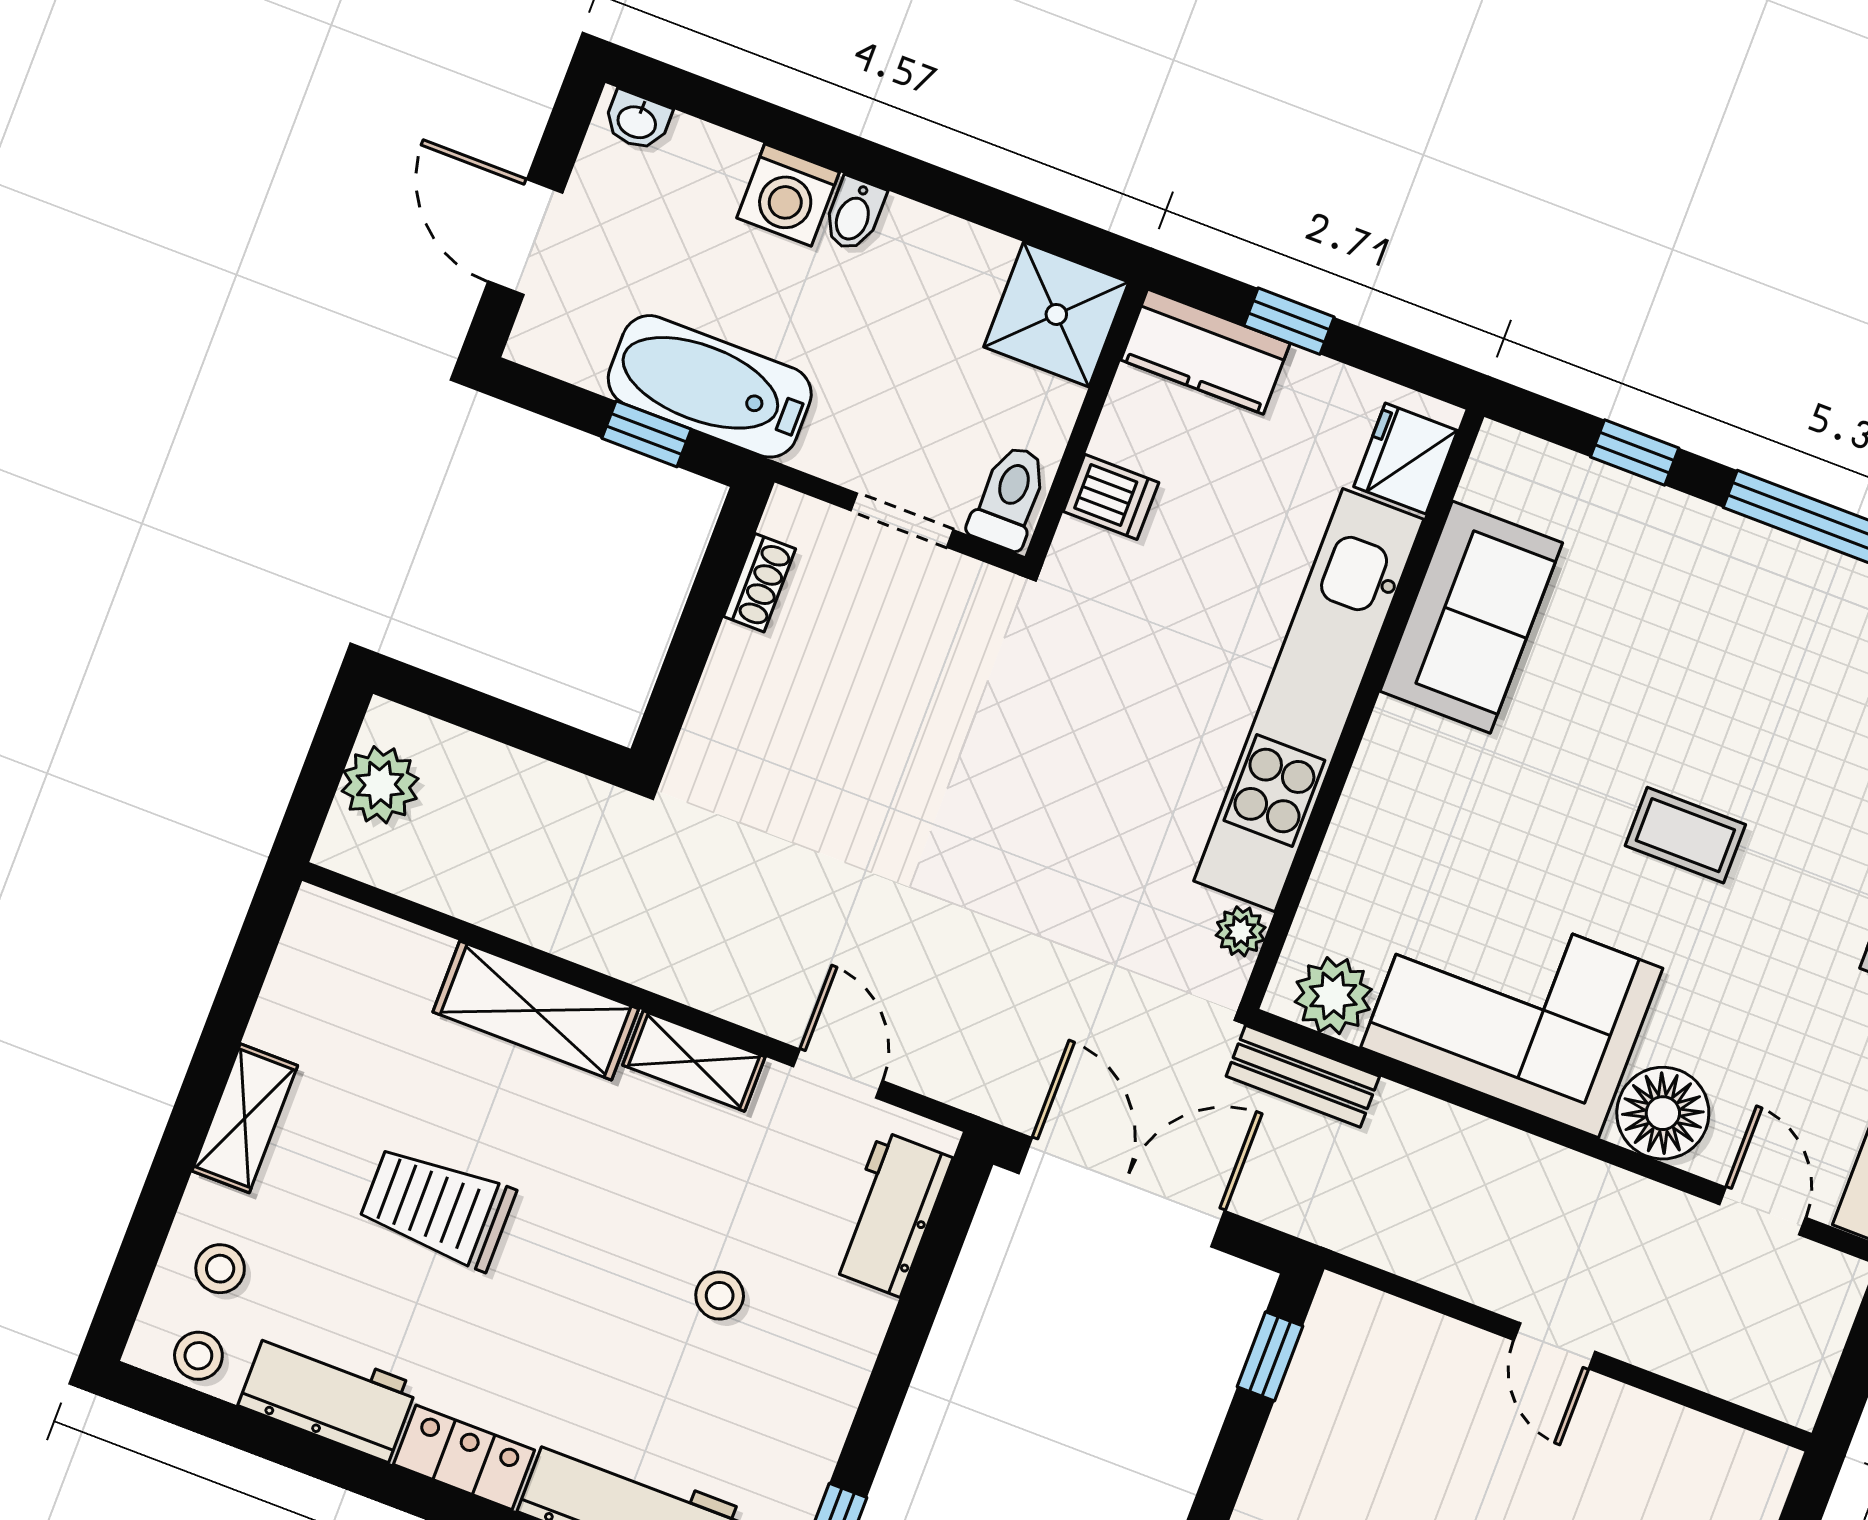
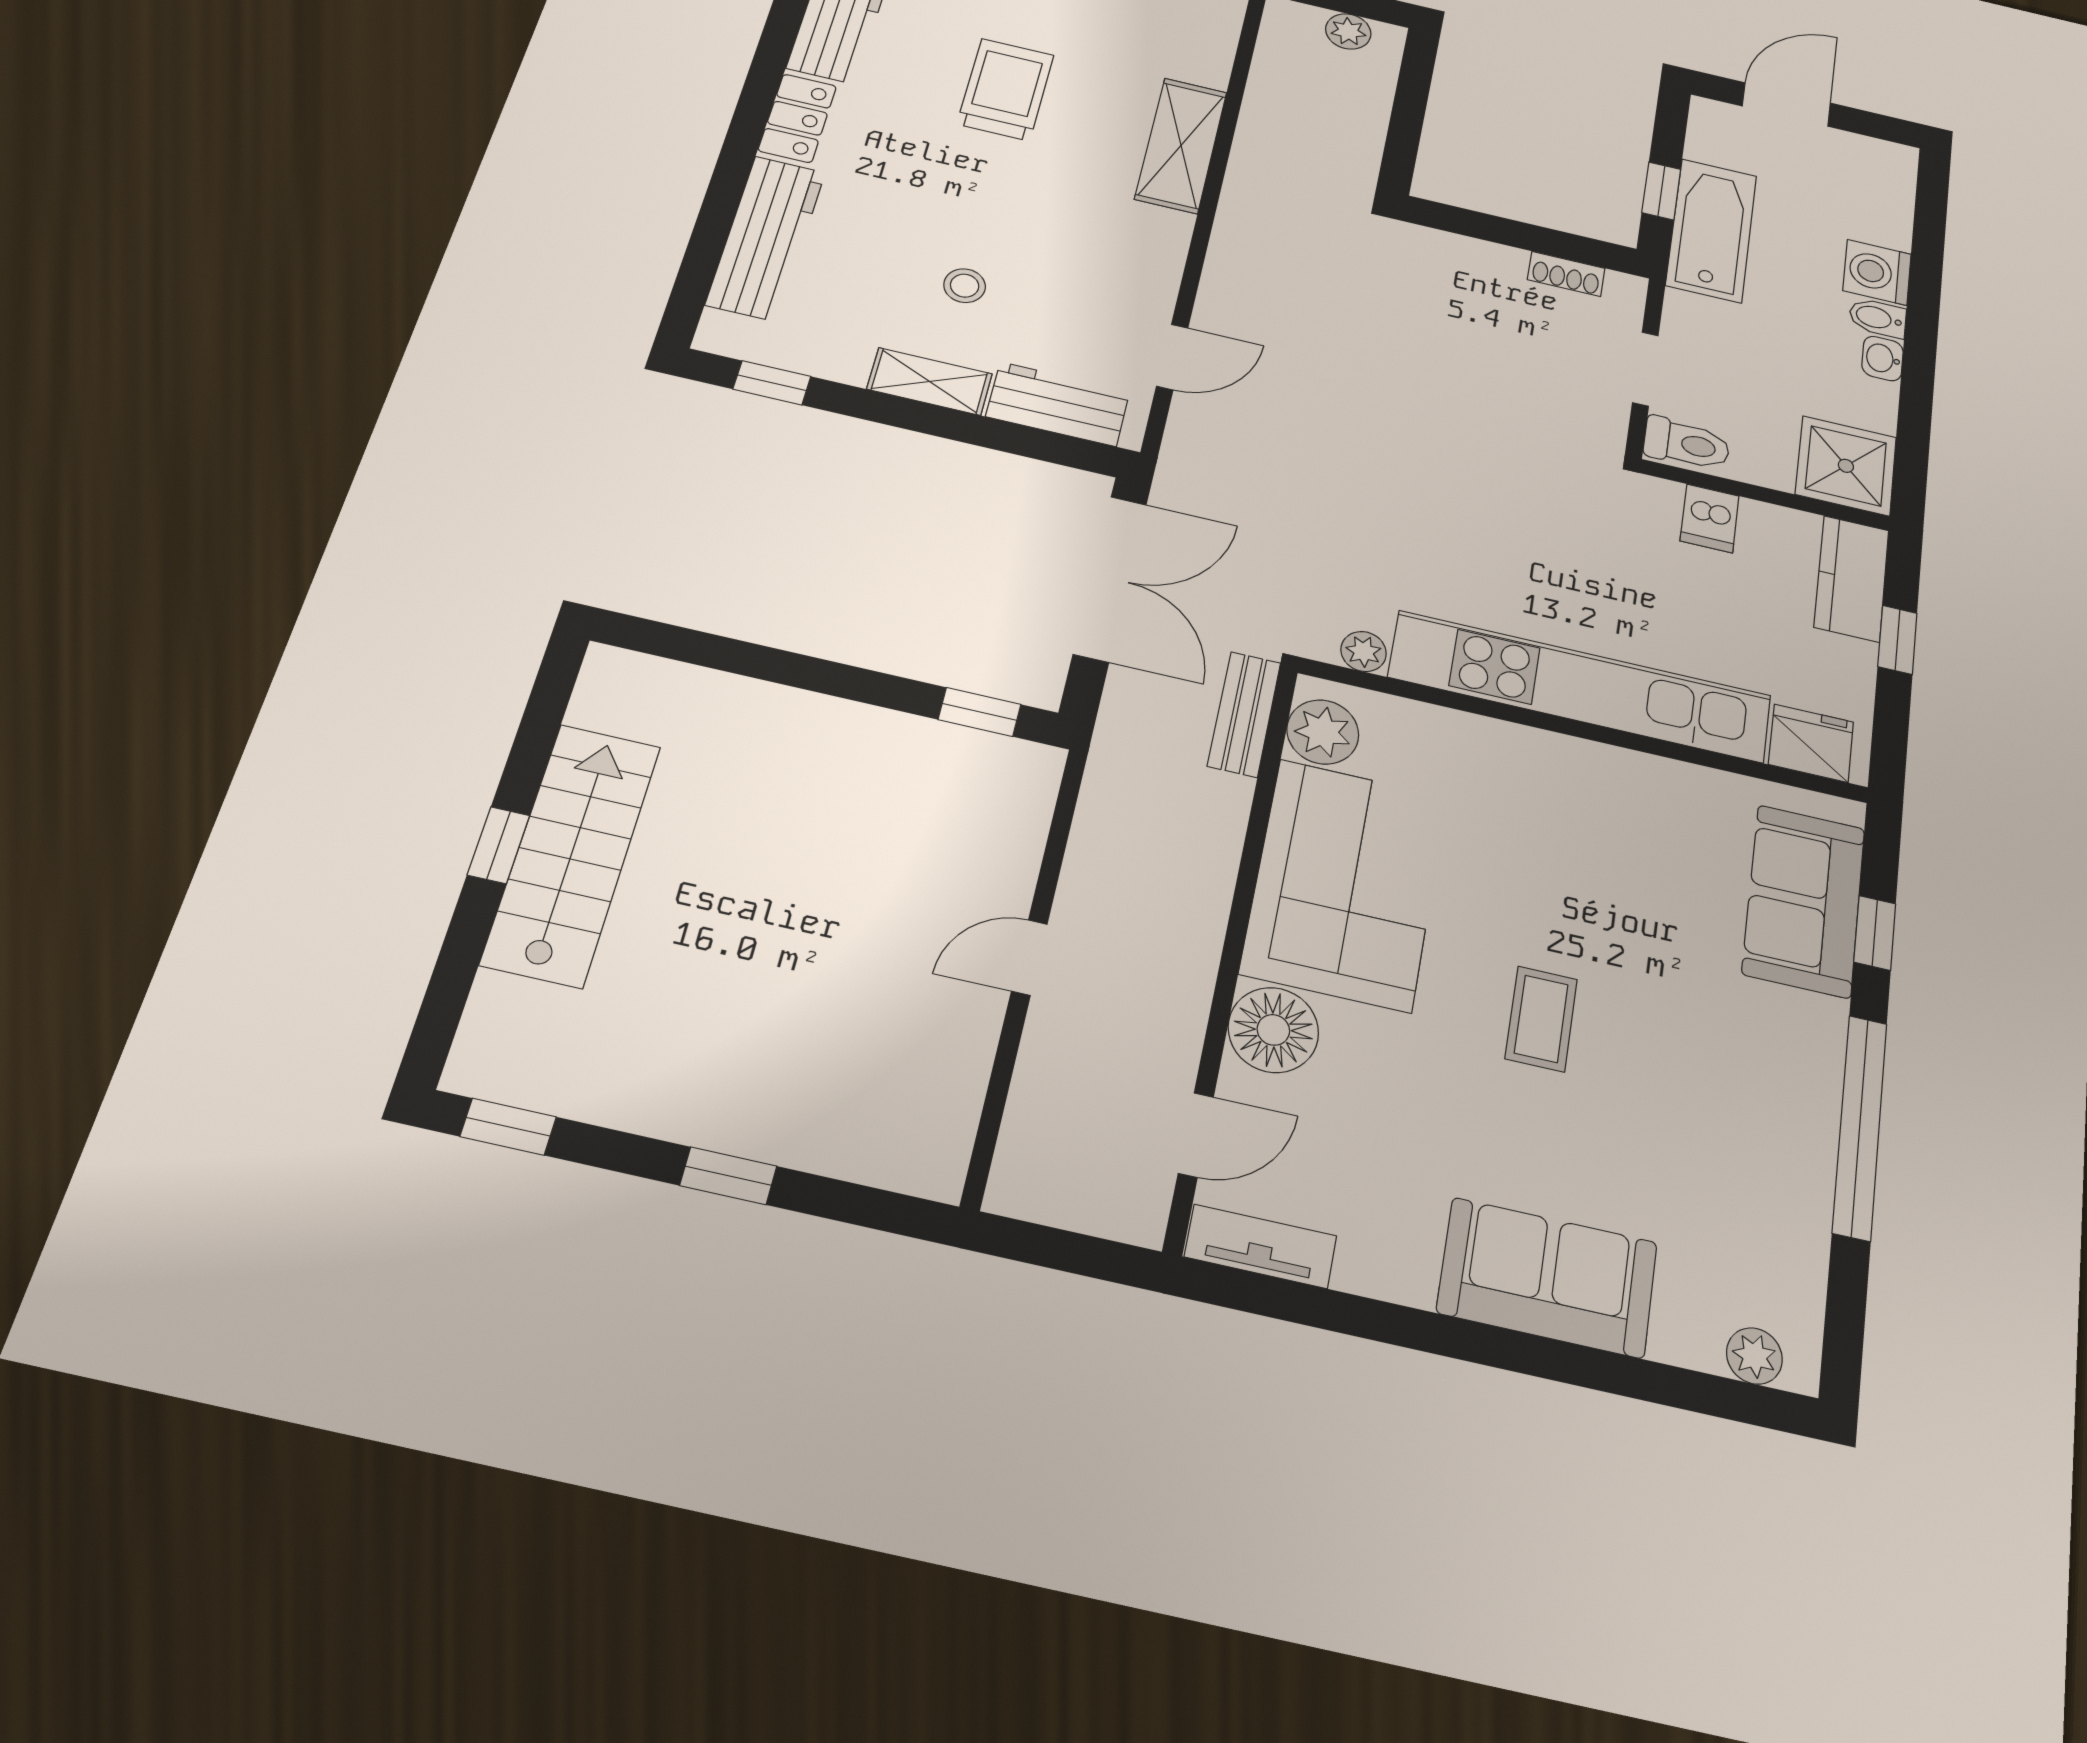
washbasin: (637, 121) -> (1883, 359), moved
sofa: (1471, 617) -> (1804, 901), moved, turned 90
plant: (380, 785) -> (1348, 31), width x0.73, depth x0.73
shelving: (694, 1061) -> (929, 381), moved, turned 90

